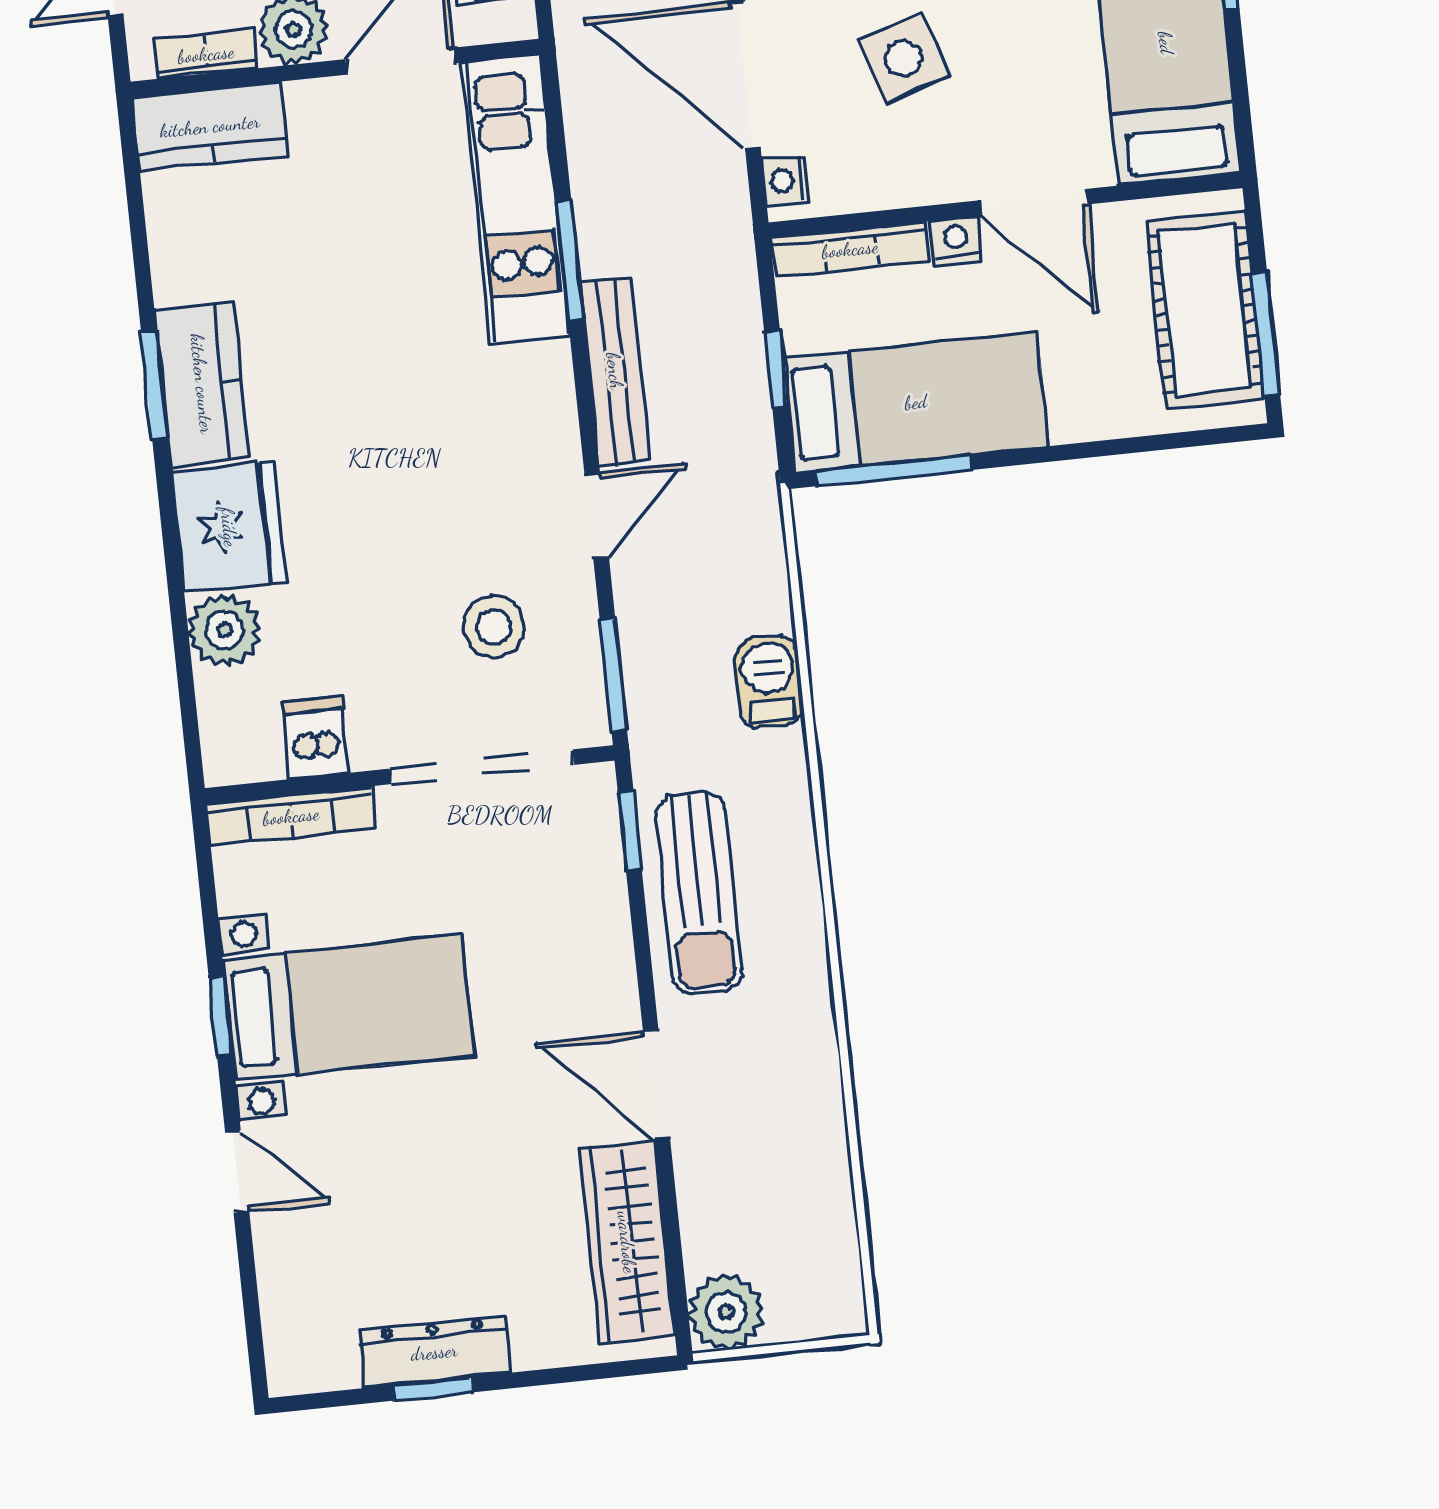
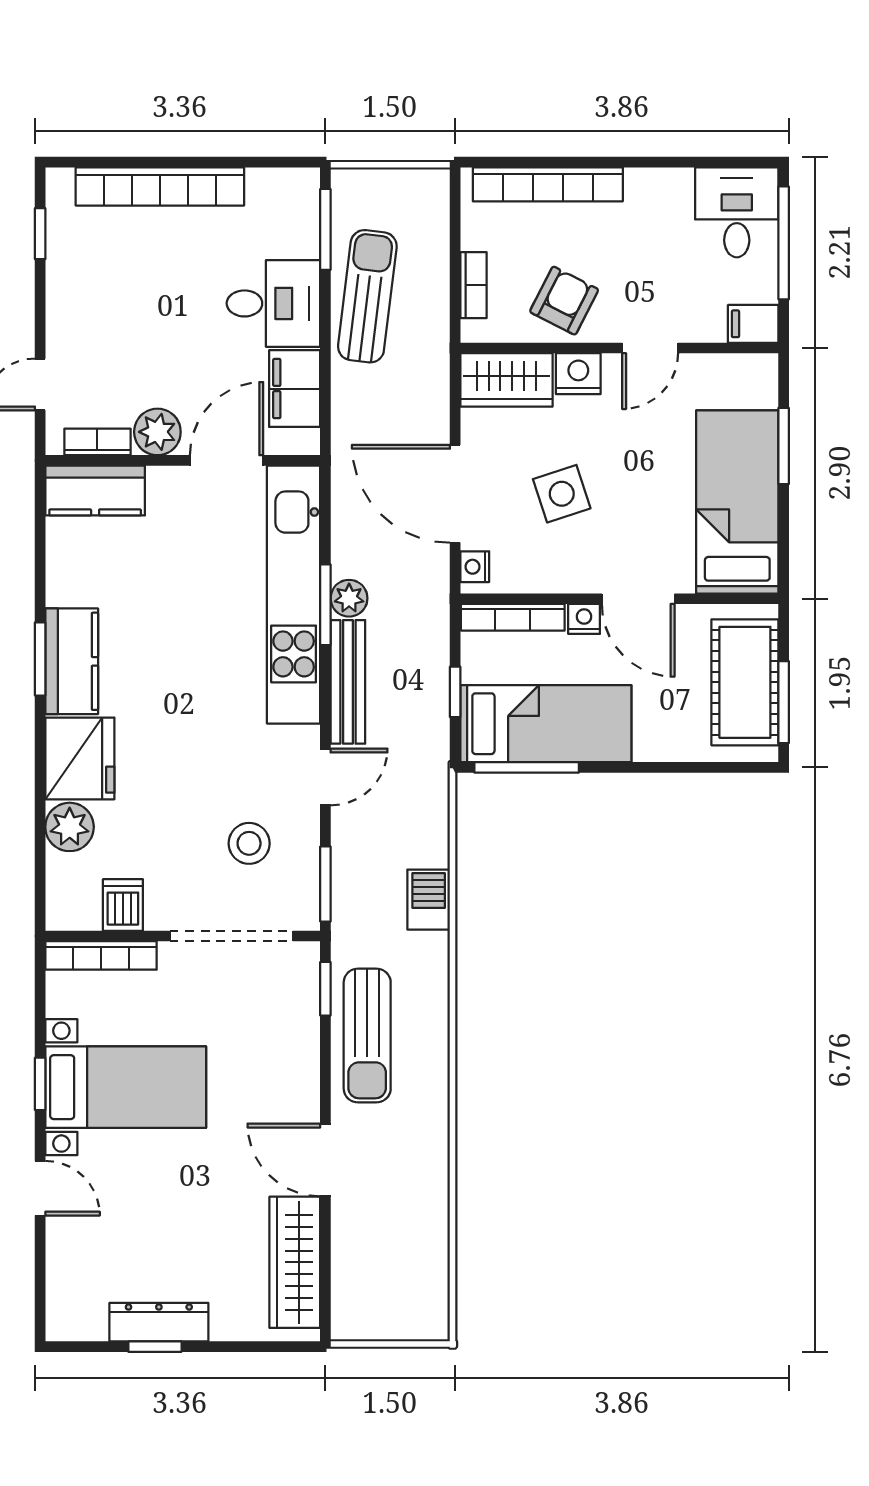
kitchen unit: (516, 199) -> (294, 595), width x1.36
plant: (726, 1312) -> (349, 598), moved, width x0.73, depth x0.73

